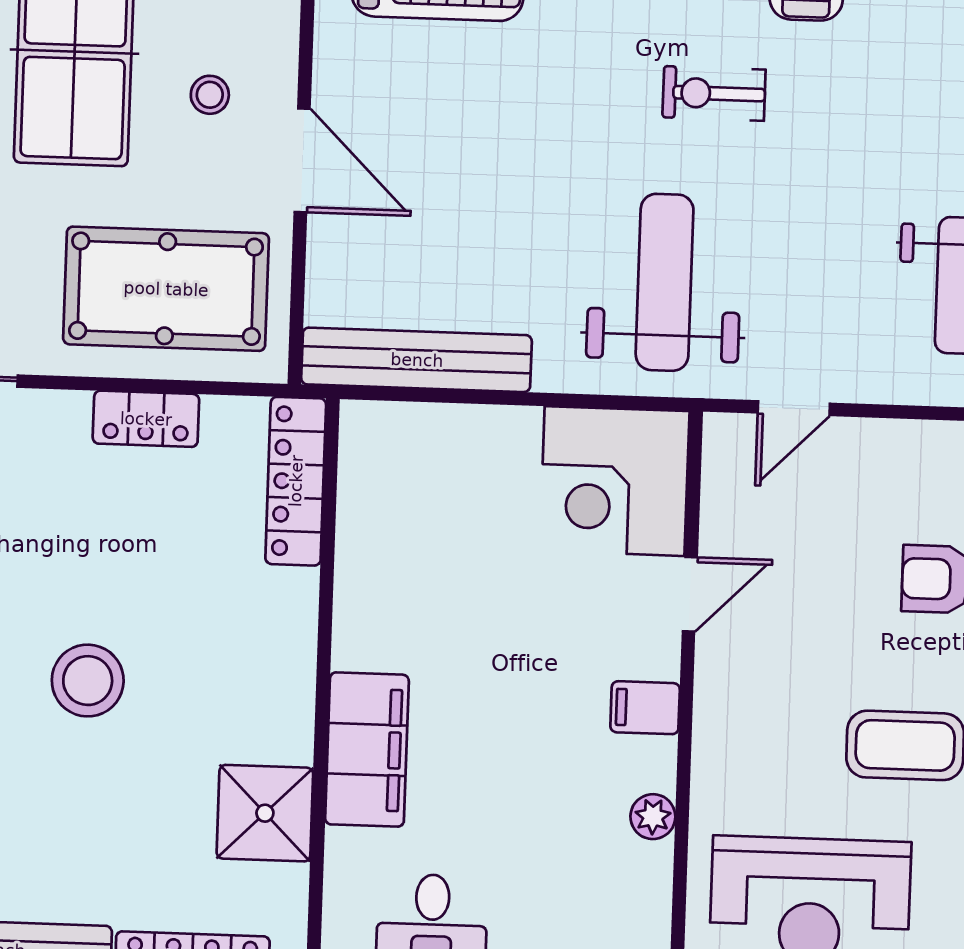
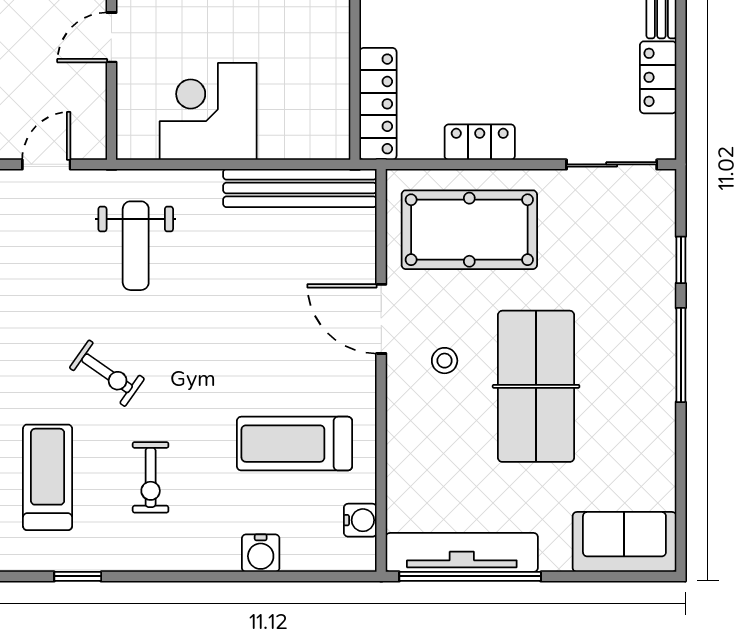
exercise bike: (714, 93) -> (107, 373), turned 35
weight bench: (665, 282) -> (136, 246), width x0.73, depth x0.75
corner desk: (615, 481) -> (208, 111), moved, turned -90

